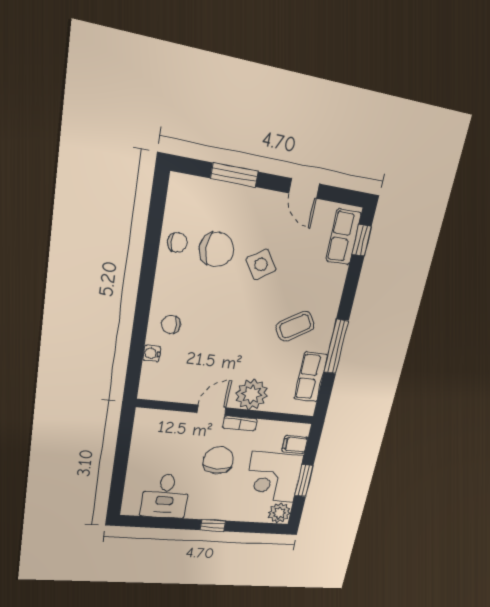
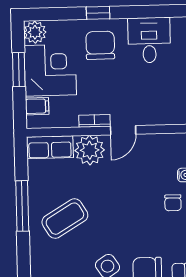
chair: (171, 324) -> (173, 203), turned 90
coffee table: (295, 326) -> (65, 219), width x1.36, depth x1.30
row of seats: (311, 377) -> (50, 147), moved, turned 90
chair: (218, 460) -> (100, 45), moved, turned 180

